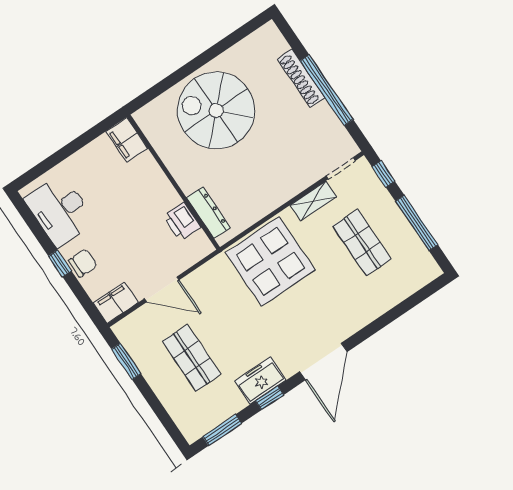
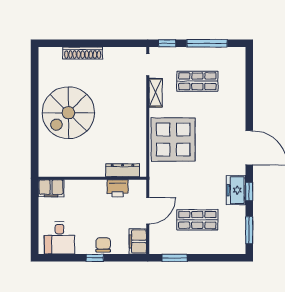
window: (327, 90) -> (99, 43), removed
filing cabinet: (127, 140) -> (51, 188), moved
wall: (173, 182) -> (92, 178), moved
desk: (60, 210) -> (59, 238), width x0.73
dresser: (208, 213) -> (123, 170), moved
printer: (182, 222) -> (118, 188), moved

